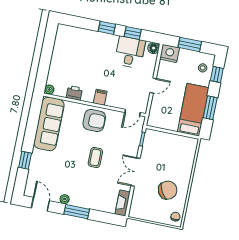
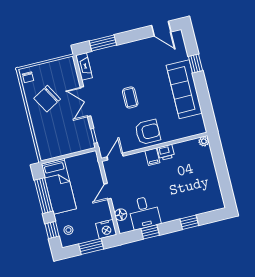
window: (107, 28) -> (189, 222), moved
floor lamp: (154, 48) -> (121, 215), moved
printer: (74, 93) -> (166, 152), moved
window: (210, 108) -> (44, 196), width x1.44
armchair: (94, 120) -> (148, 132), turned 180
sofa: (49, 124) -> (184, 89), moved
double door: (136, 172) -> (86, 102), swing flipped
plant: (65, 199) -> (141, 44), removed
window: (77, 212) -> (103, 43), moved

